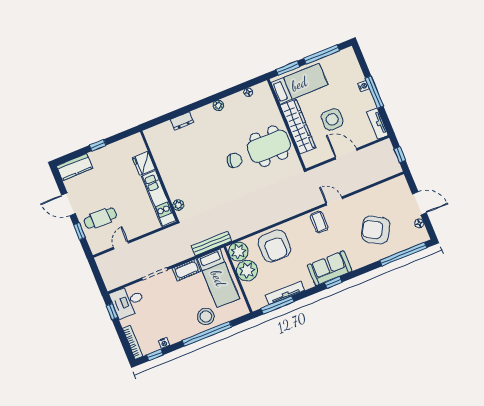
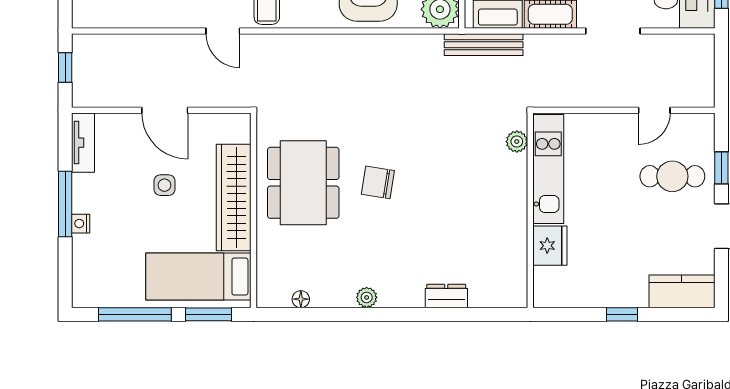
side table: (332, 119) -> (164, 185), width x0.54, depth x0.54
dining table: (269, 146) -> (303, 183), turned 90

